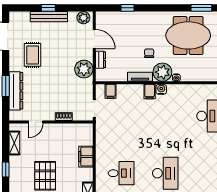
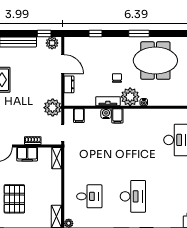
window: (48, 8) -> (44, 33), moved
window: (201, 8) -> (139, 33), moved
plant: (84, 69) -> (53, 108), moved
water cooler: (161, 89) -> (106, 114), moved
shelving: (88, 134) -> (57, 158), added
filing cabinet: (86, 157) -> (27, 154), moved, turned -90

